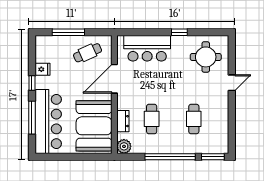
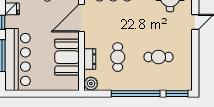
cafe table: (194, 119) -> (158, 57), turned 90
booth: (94, 126) -> (67, 57), width x0.73, depth x0.70

